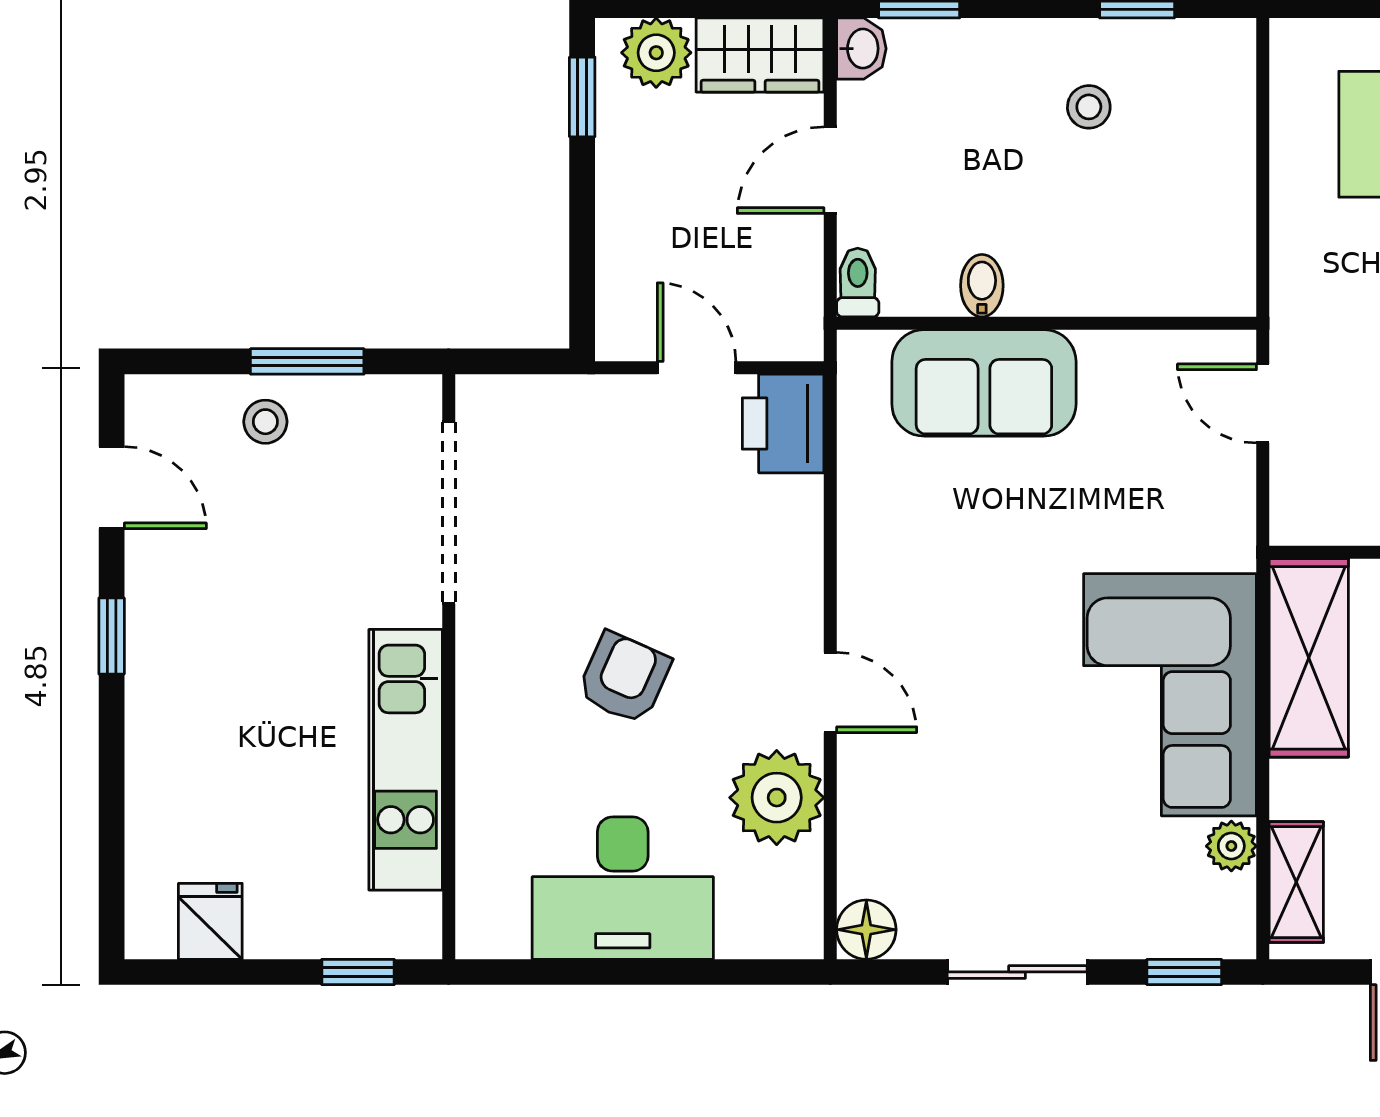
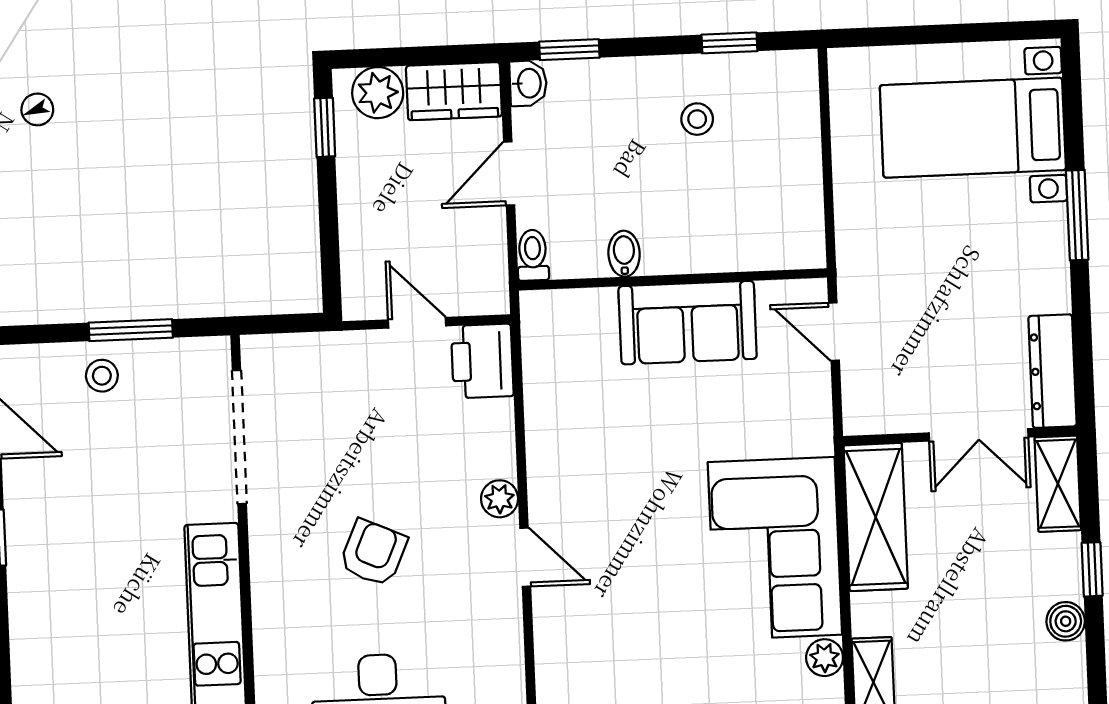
sofa: (984, 383) -> (688, 323), moved
plant: (777, 798) -> (500, 499), moved, width x0.53, depth x0.53

